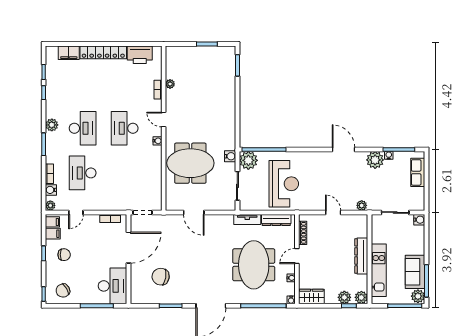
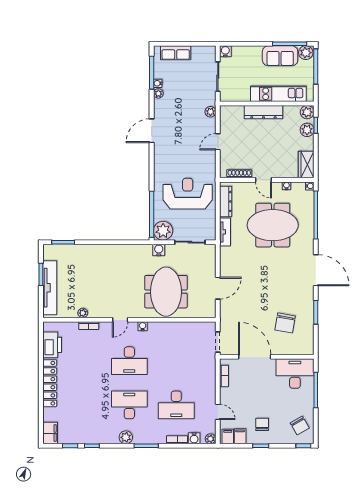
tv unit: (194, 52) -> (50, 288), added
filing cabinet: (69, 53) -> (50, 433), moved
plant: (375, 160) -> (158, 93), width x0.53, depth x0.53

